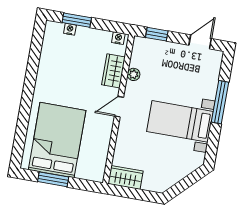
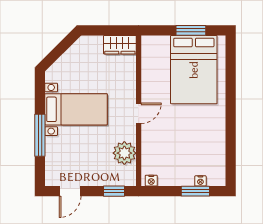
wardrobe: (113, 71) -> (150, 147), removed
plant: (134, 74) -> (124, 153), width x1.88, depth x1.88

